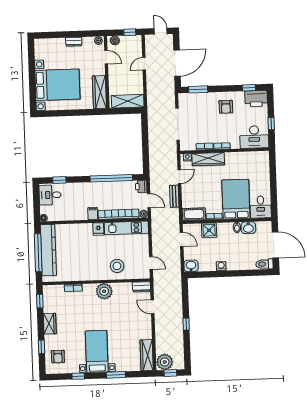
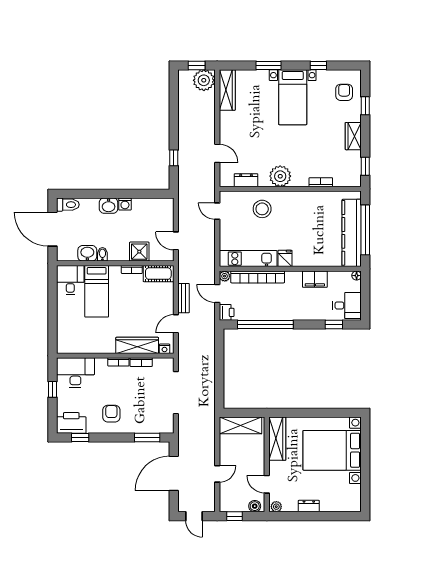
bed: (236, 199) -> (97, 291), width x0.67
filing cabinet: (93, 213) -> (315, 279), moved, width x2.00
washbasin: (191, 266) -> (109, 206), moved
dresser: (141, 287) -> (246, 180), moved
window: (186, 324) -> (174, 158), moved

